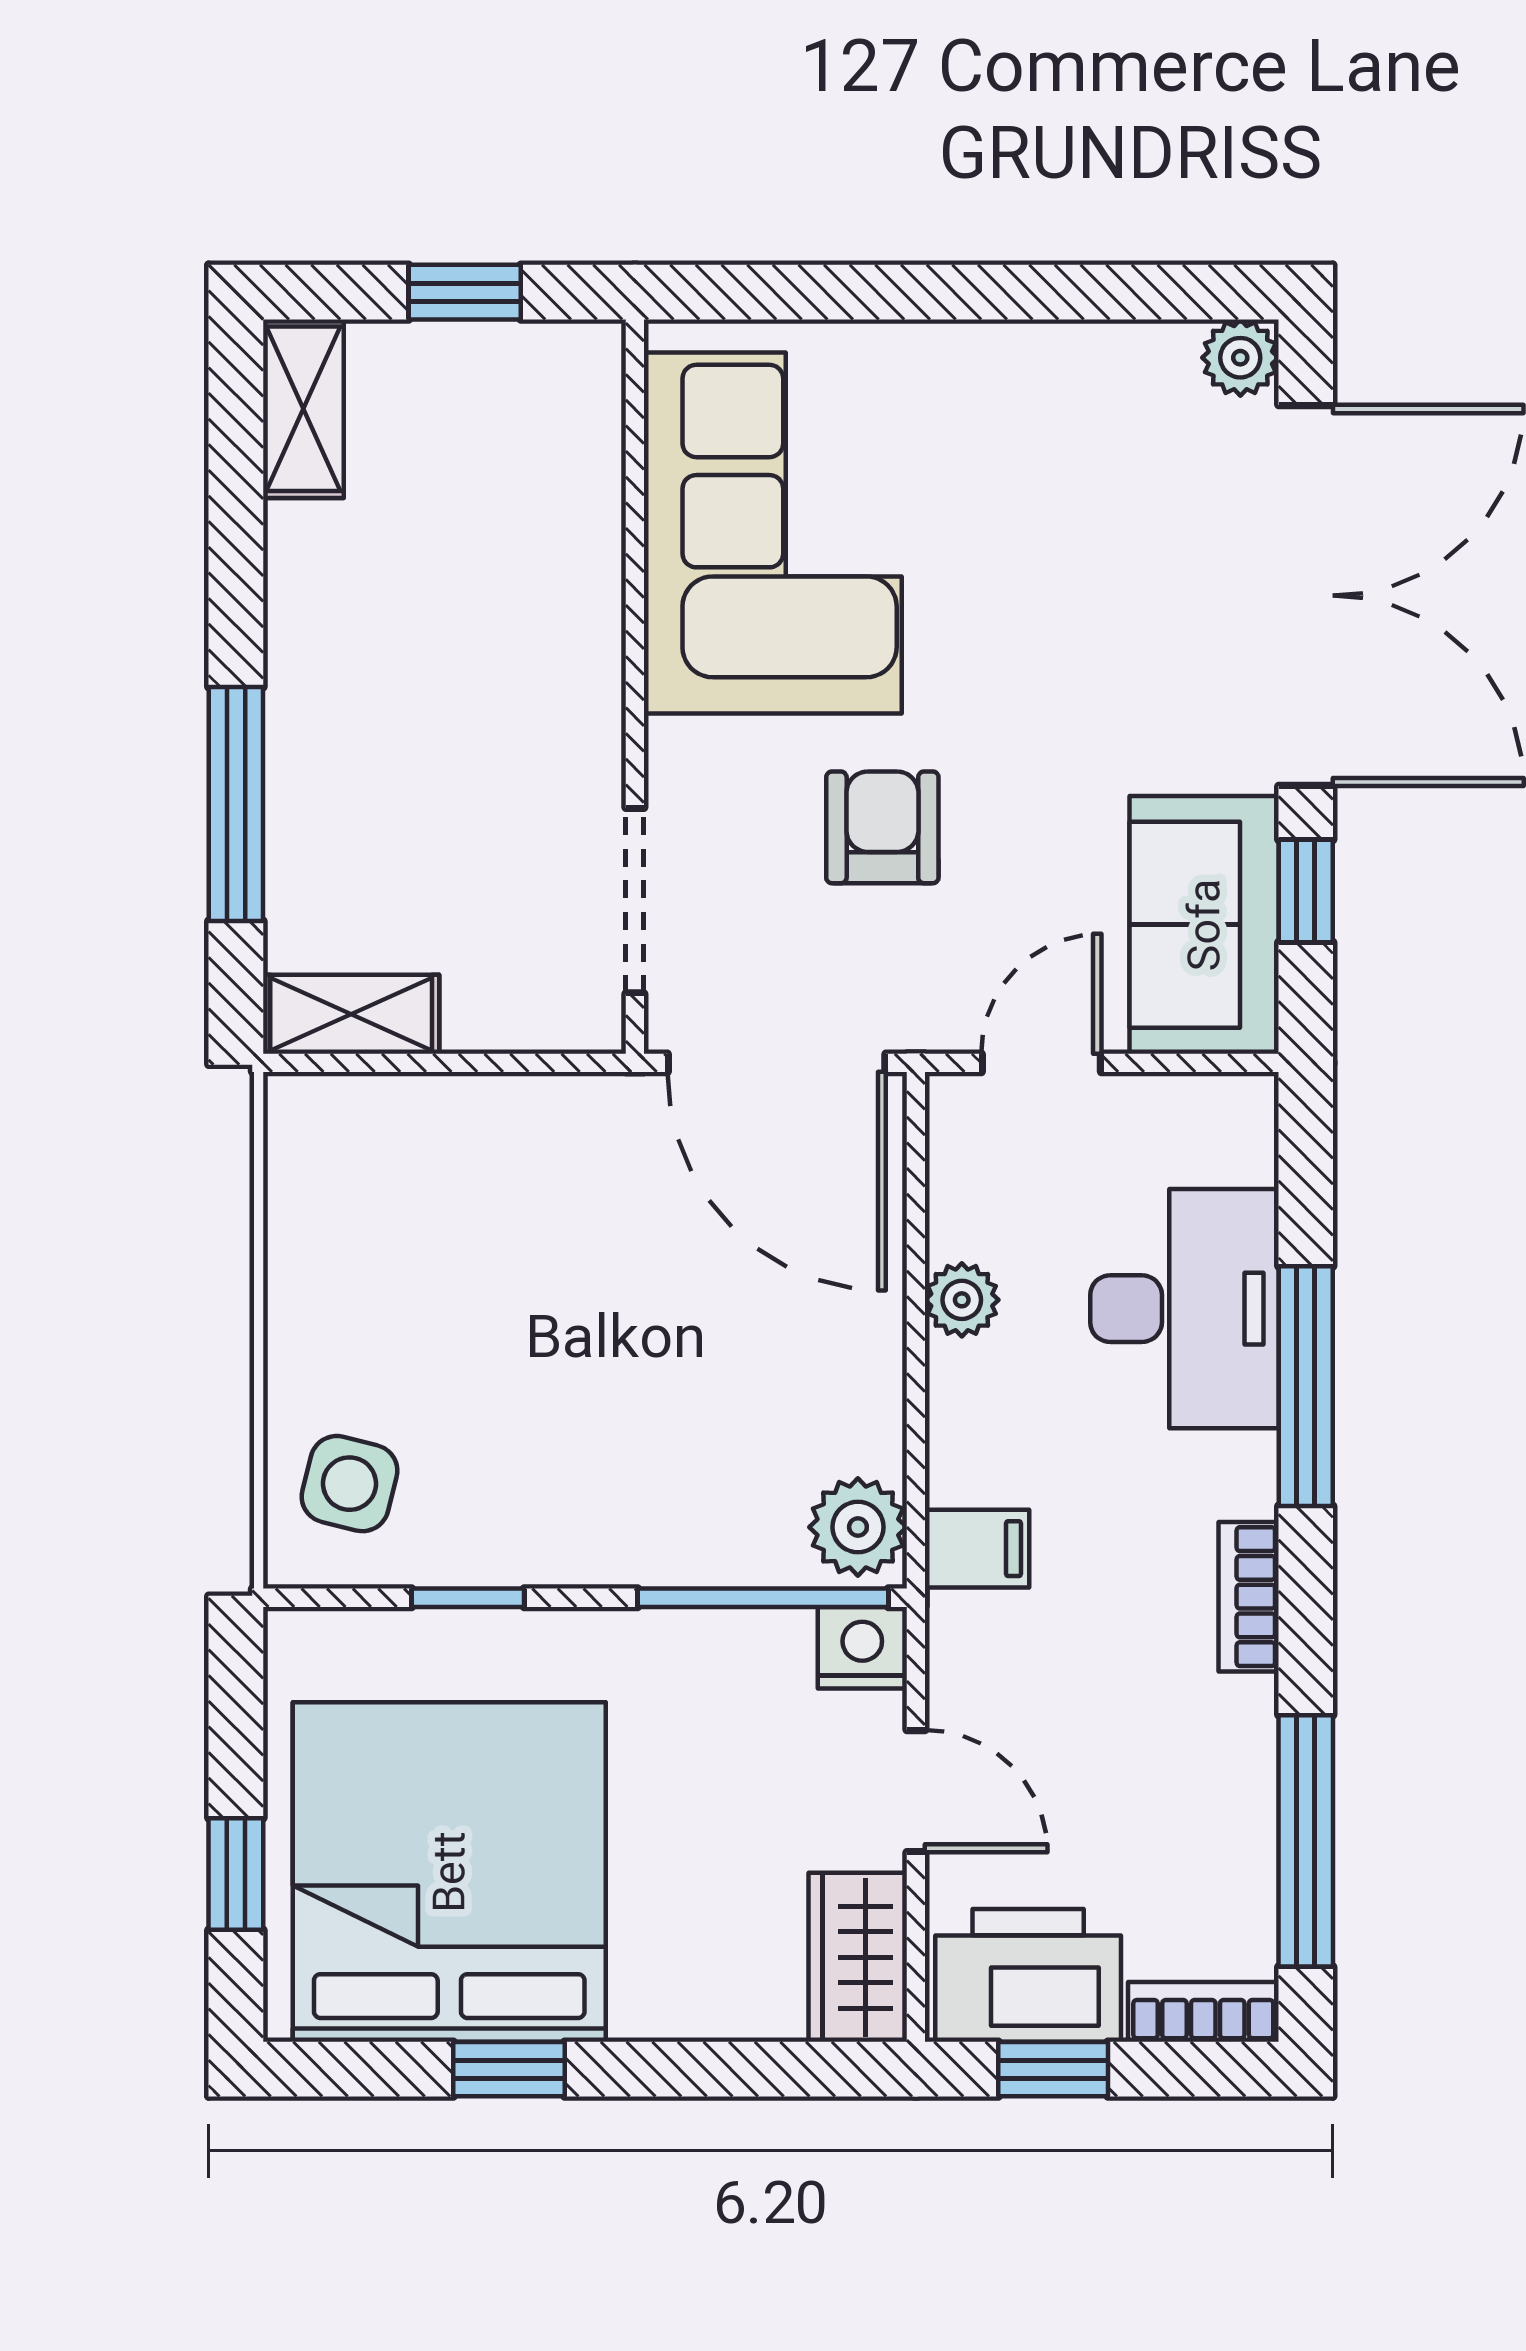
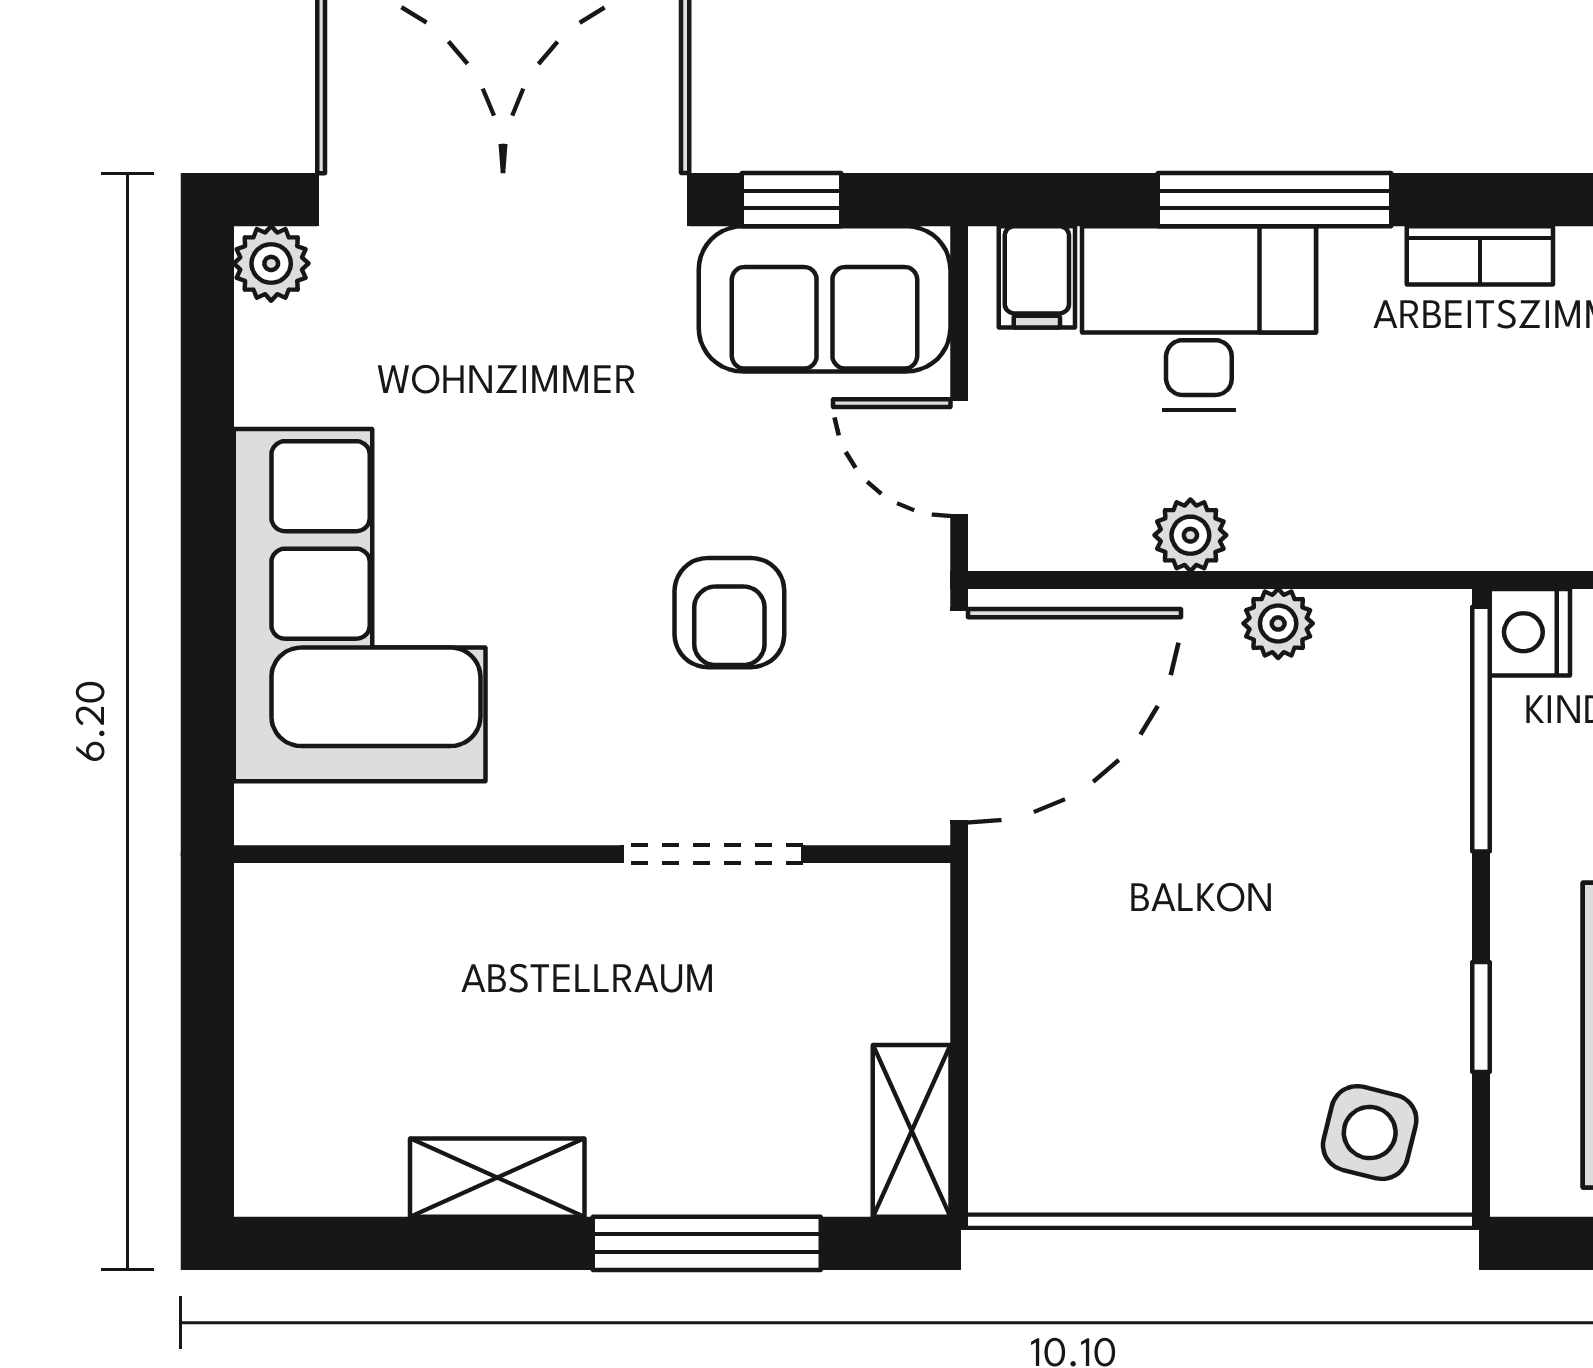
window: (465, 292) -> (207, 1020), removed
shelving: (303, 409) -> (497, 1178), moved
corner sofa: (773, 533) -> (360, 605), moved, turned 90
armchair: (882, 827) -> (729, 613), turned -90
doorway: (635, 901) -> (713, 854), moved
plant: (858, 1527) -> (1278, 623), moved, width x0.73, depth x0.73
filing cabinet: (977, 1549) -> (1037, 277), moved, turned 180

